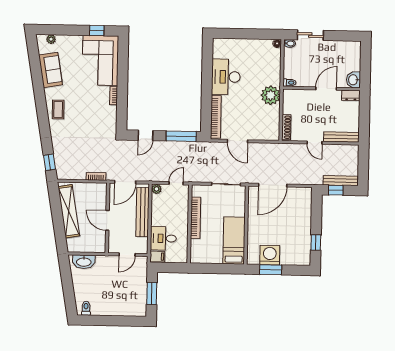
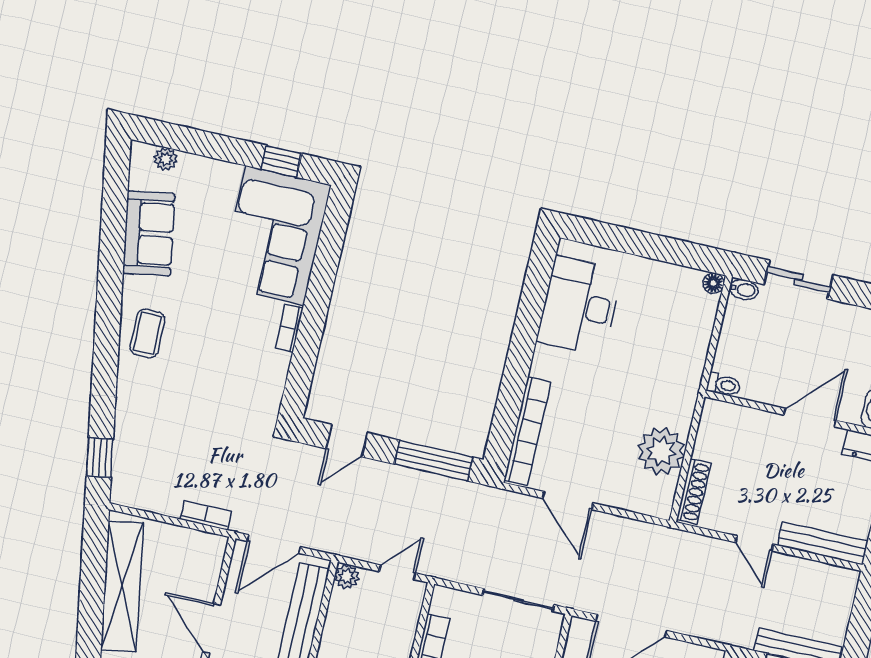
desk: (226, 77) -> (579, 306), moved
plant: (271, 95) -> (661, 451), moved

